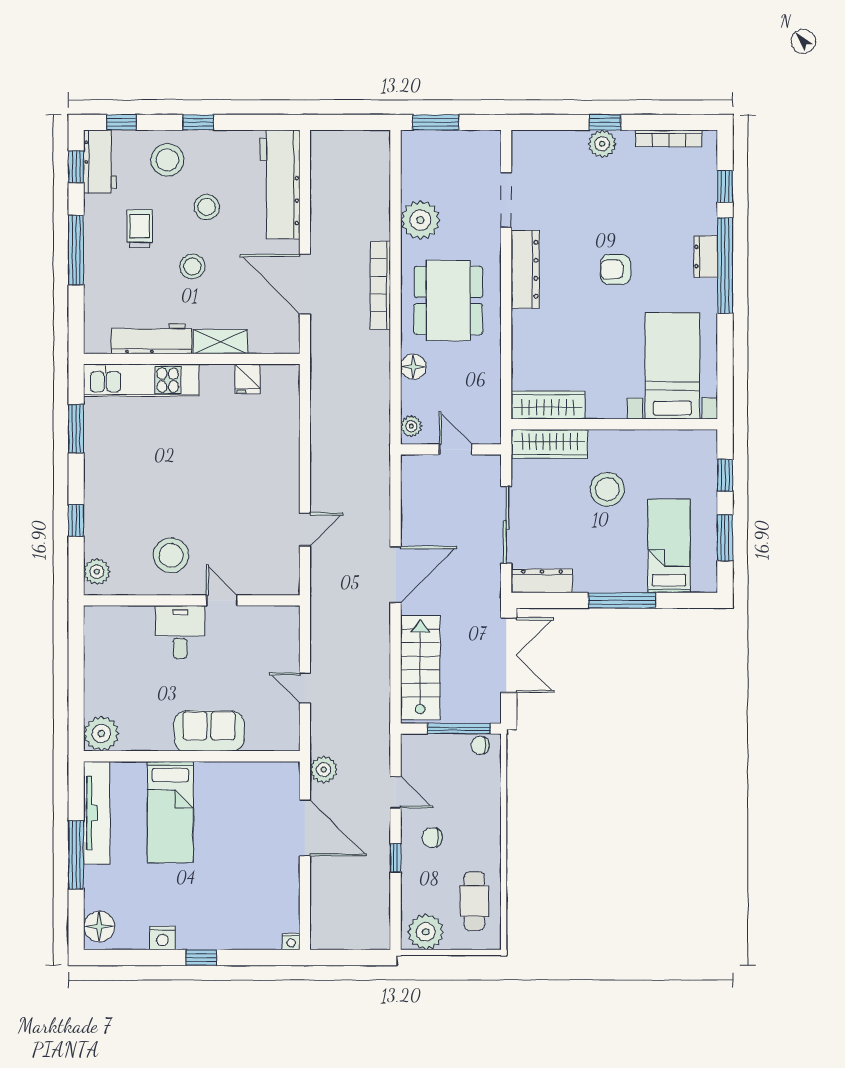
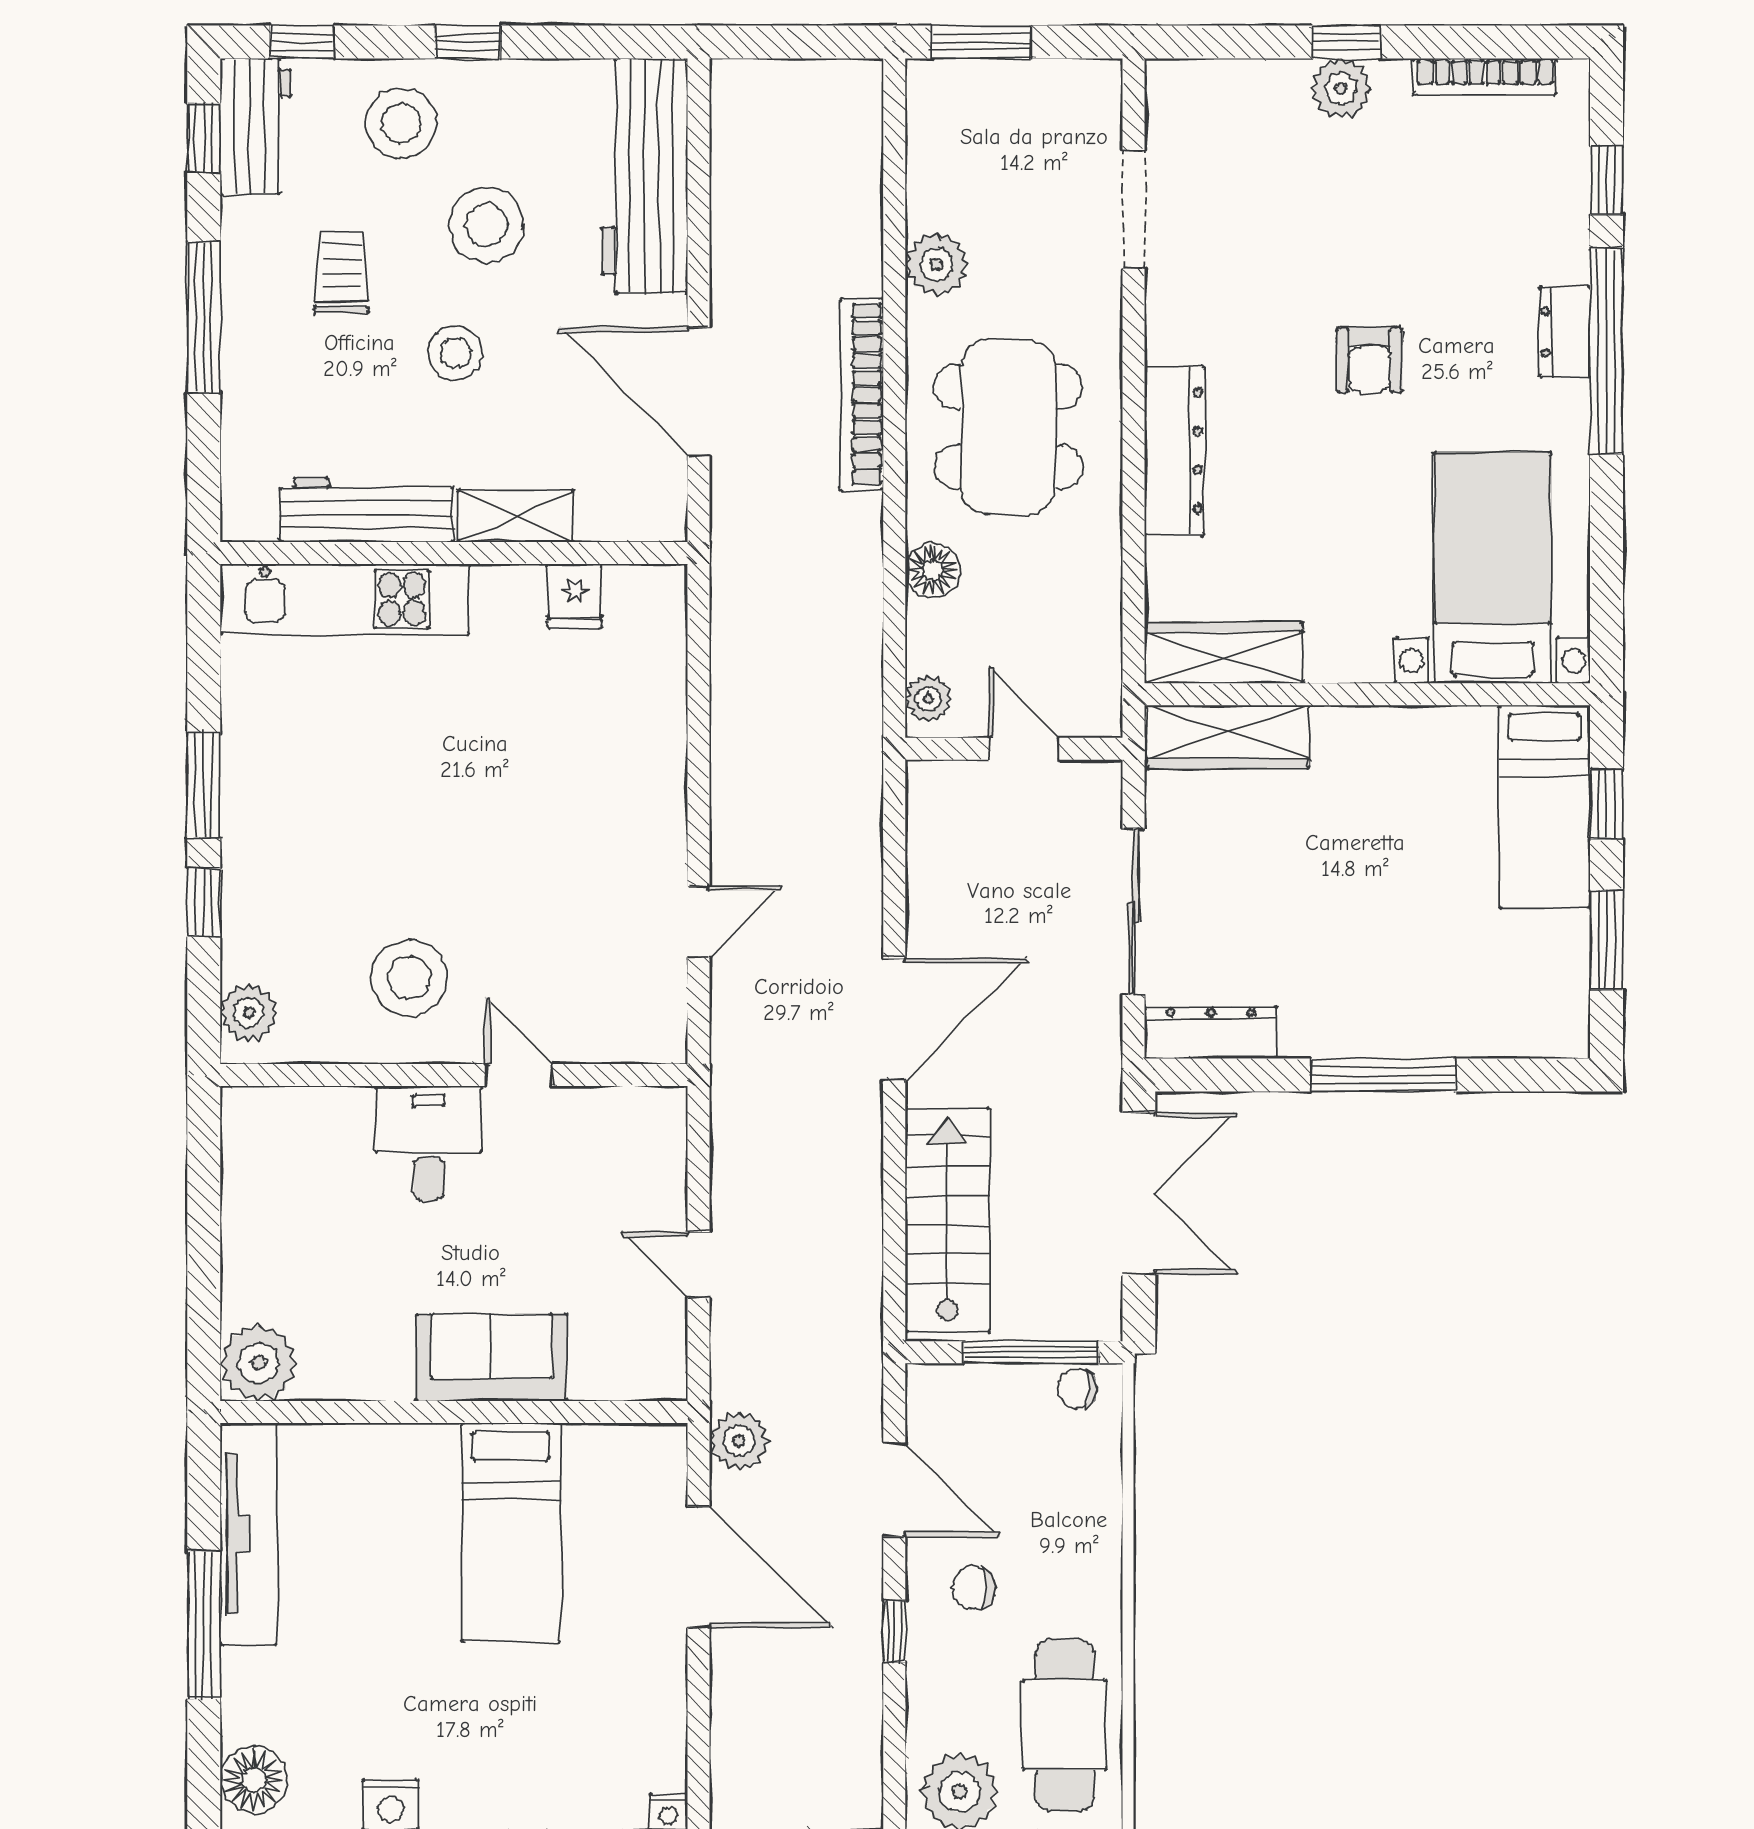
stool: (207, 207) -> (486, 225), width x1.38, depth x1.38
plant: (420, 220) -> (936, 264), width x0.73, depth x0.73
dresser: (525, 269) -> (1174, 451), moved
armchair: (615, 270) -> (1370, 360), turned -90
window: (76, 429) -> (204, 785), moved
stool: (607, 489) -> (1352, 835), removed
bed: (669, 546) -> (1545, 807), moved, turned 180
door: (396, 792) -> (894, 1490), width x1.38
bed: (170, 812) -> (511, 1533), moved
cafe table: (474, 901) -> (1064, 1725), width x1.37, depth x1.35

